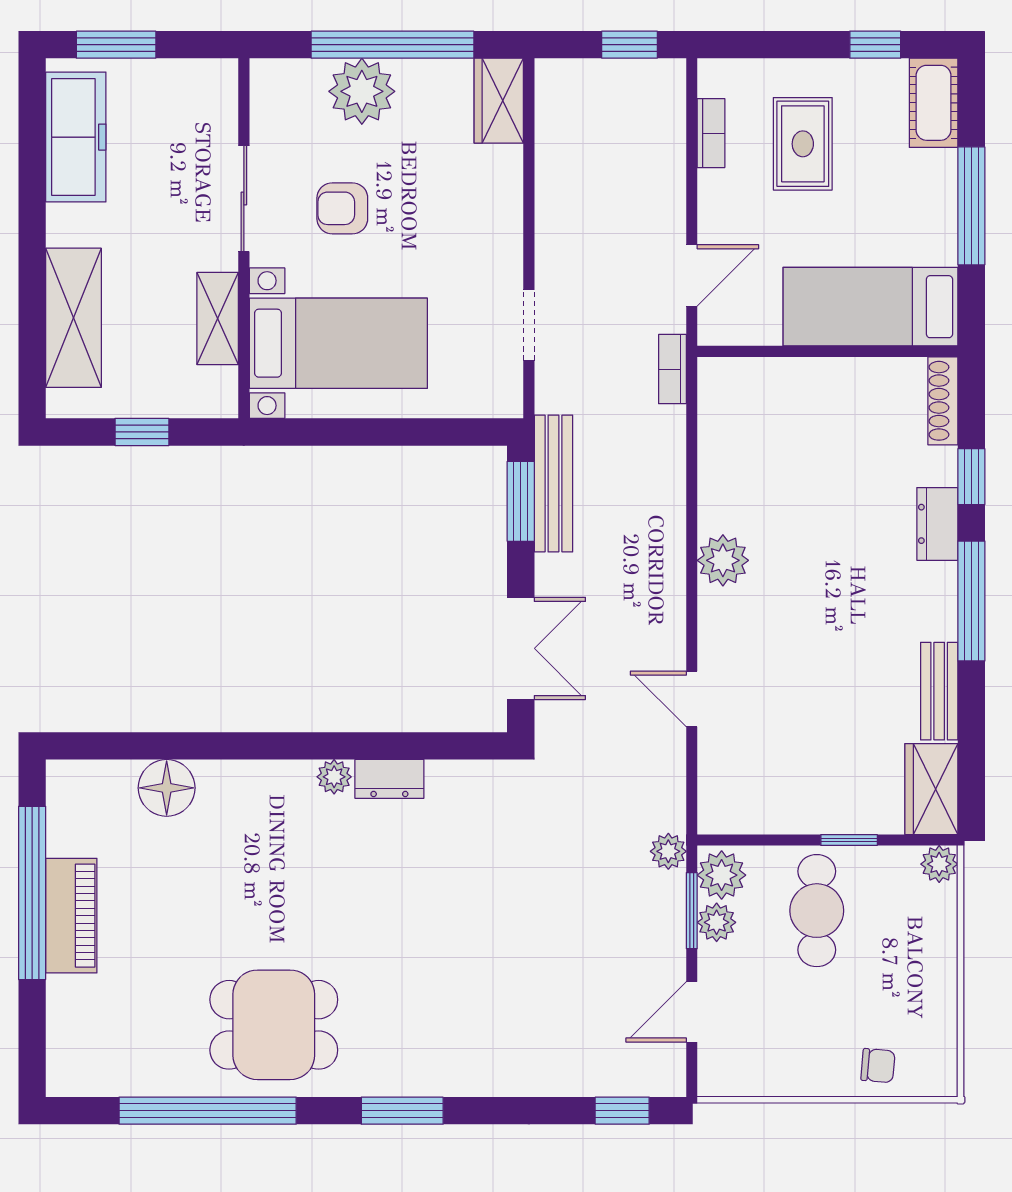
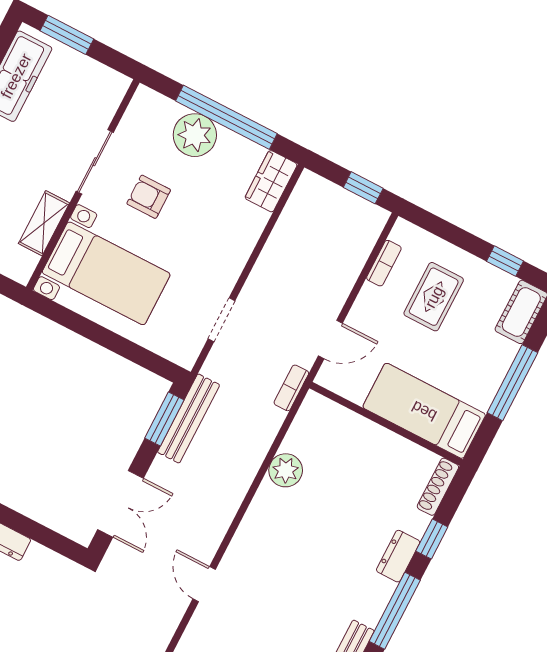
plant: (723, 560) -> (286, 470), moved

